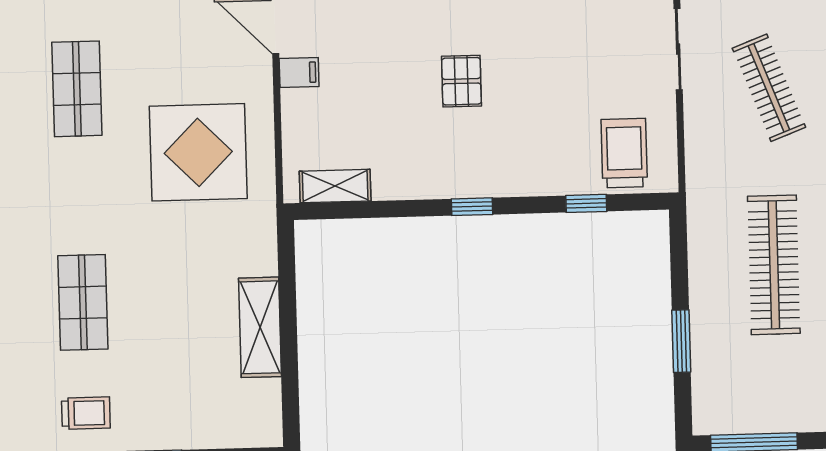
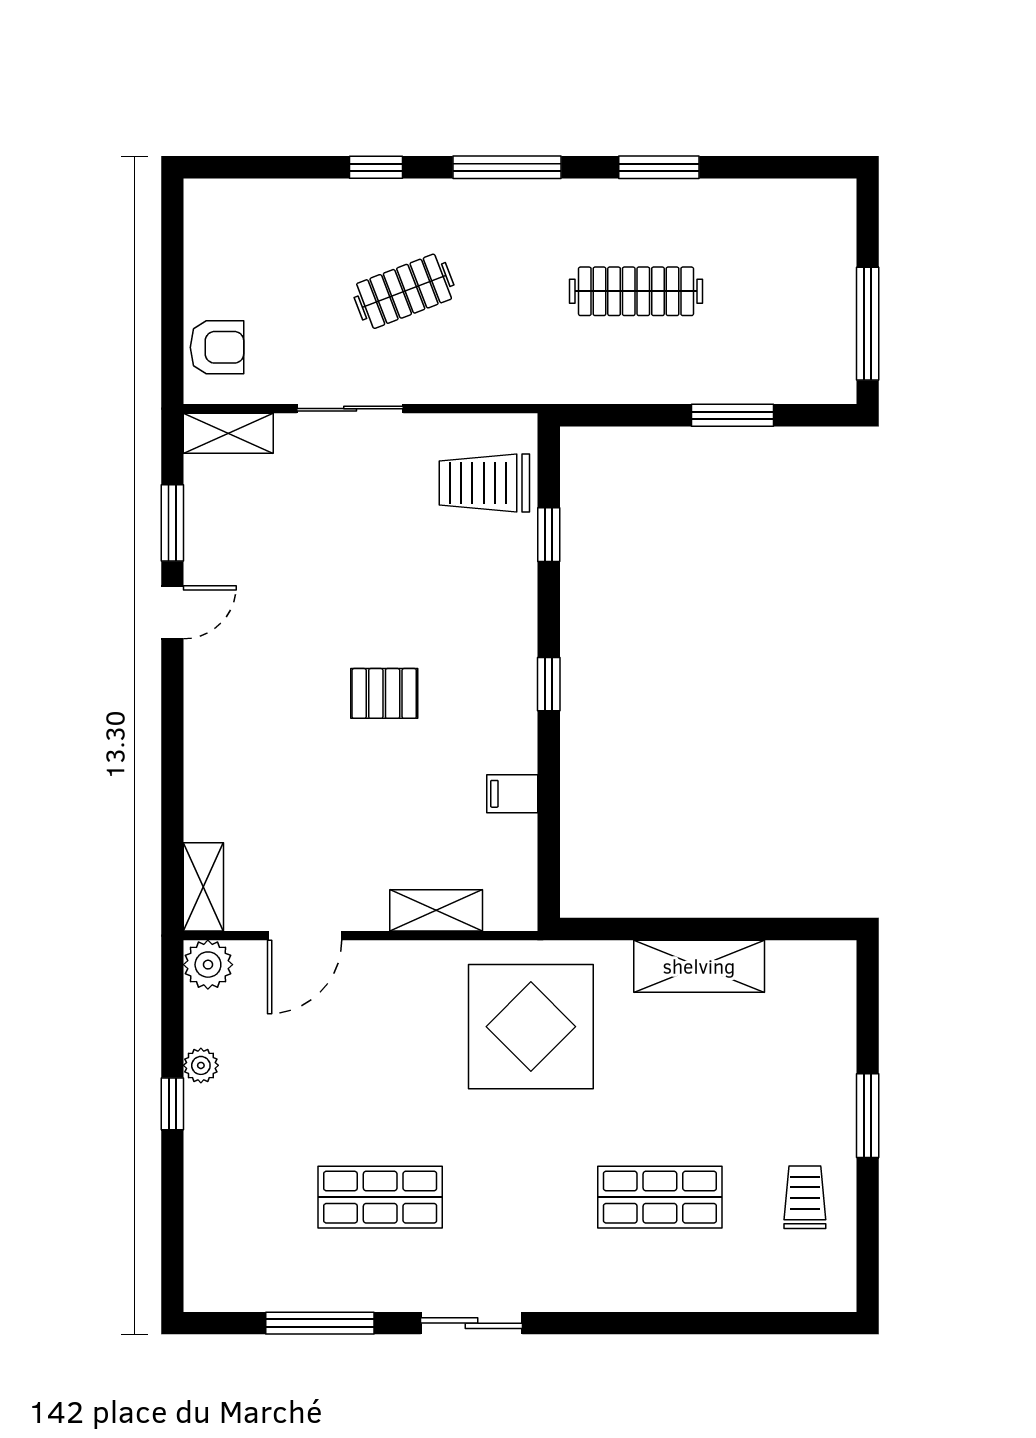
filing cabinet: (299, 73) -> (512, 794), moved, turned -90
clothes rail: (769, 88) -> (404, 291), width x0.73
display table: (198, 152) -> (531, 1027), moved
shelving: (335, 186) -> (436, 910), moved, turned 90
clothes rail: (774, 265) -> (636, 291), width x0.73, depth x0.76

